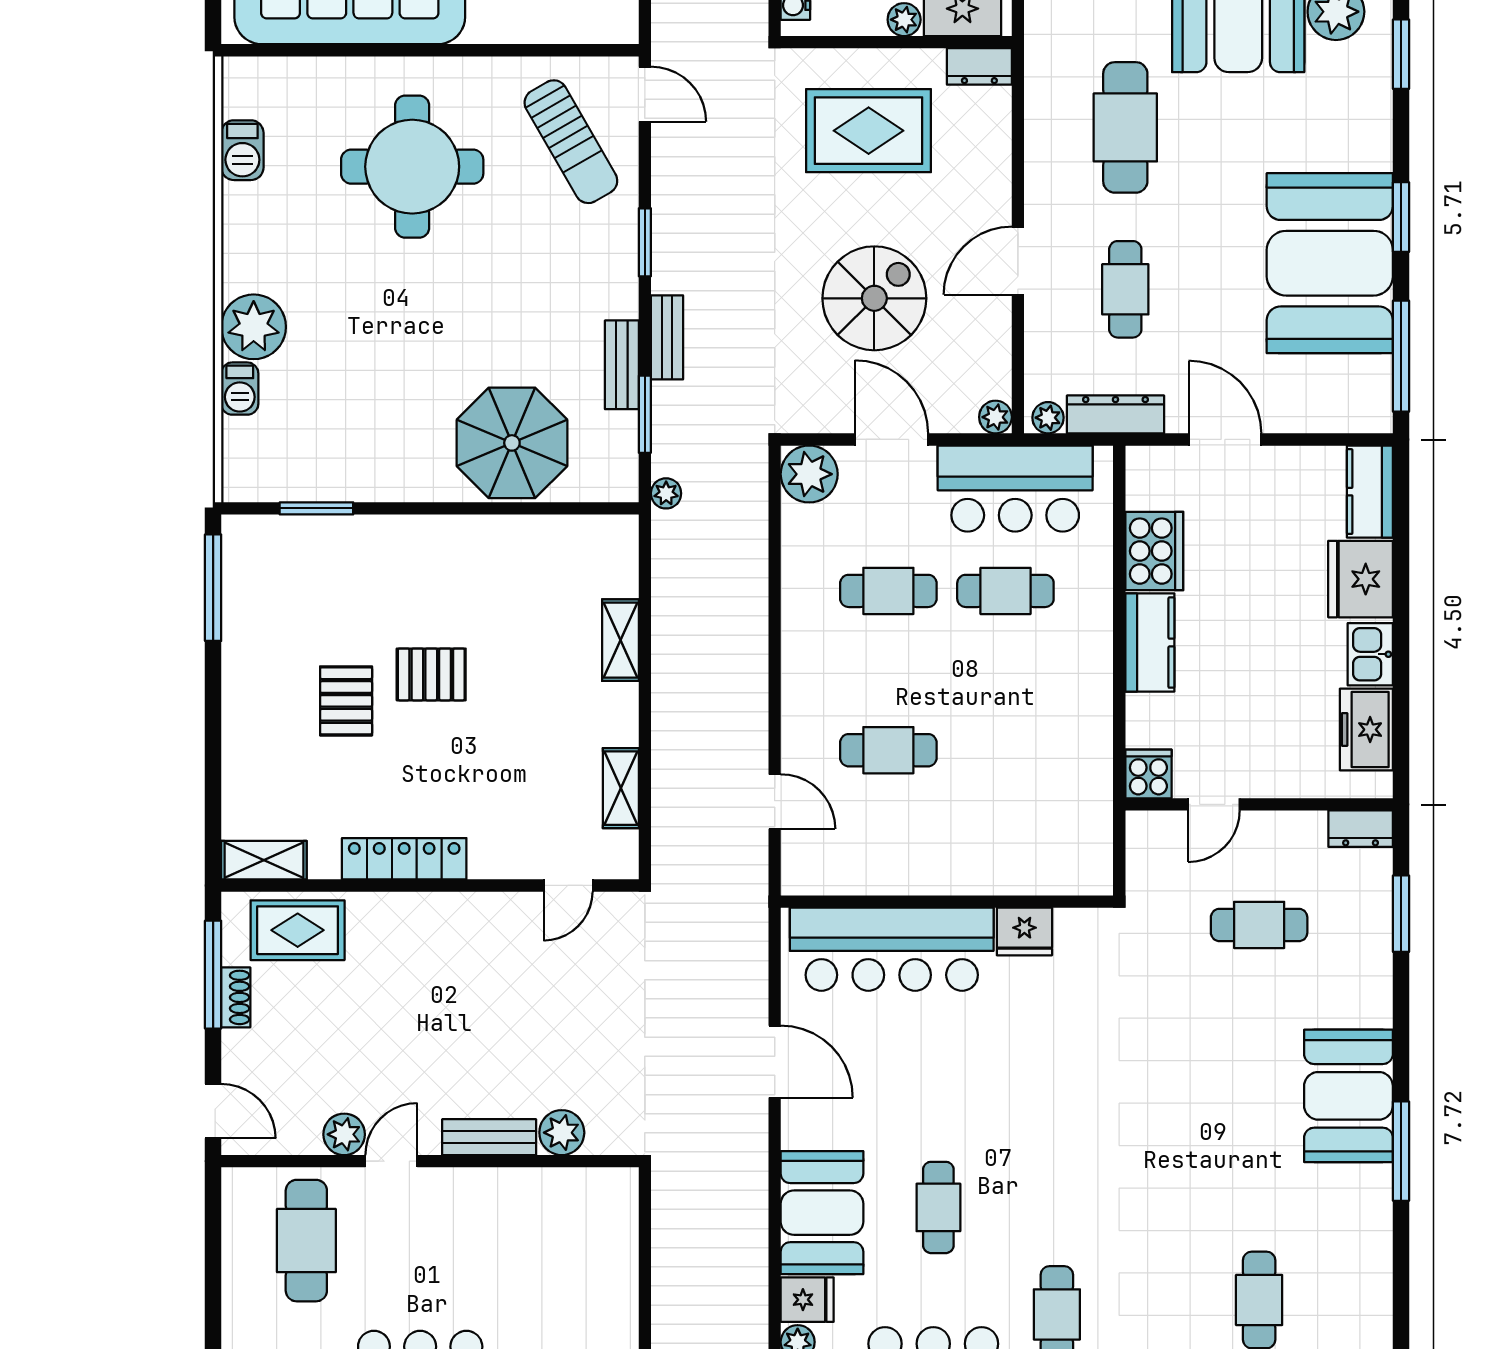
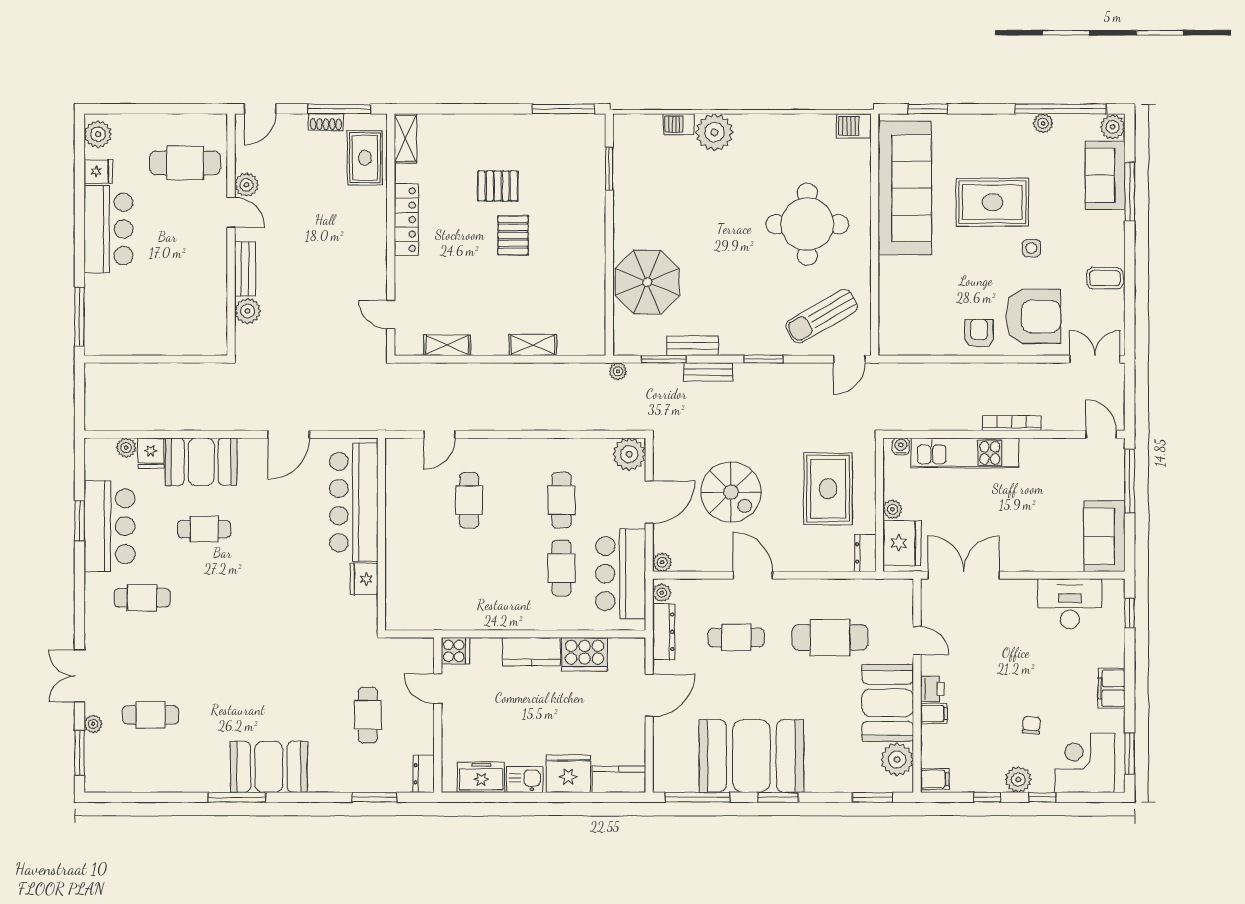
barbecue: (242, 150) -> (854, 126), moved

